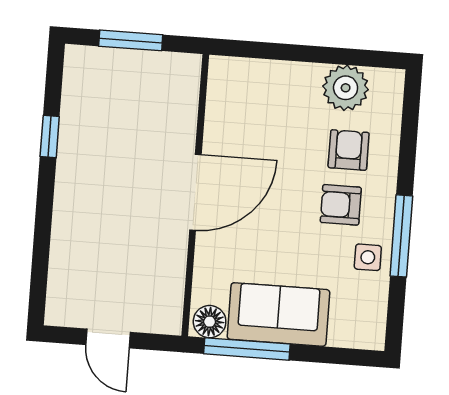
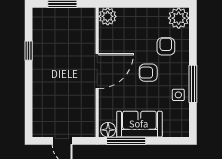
plant: (227, 75) -> (108, 16), added
plant: (346, 88) -> (179, 18), moved
armchair: (341, 205) -> (148, 73), moved

